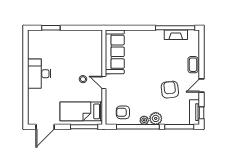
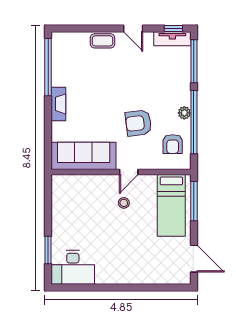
fireplace: (176, 35) -> (58, 104), moved
desk: (39, 74) -> (73, 267), moved
armchair: (170, 90) -> (138, 123), moved
plant: (156, 118) -> (182, 96), removed

